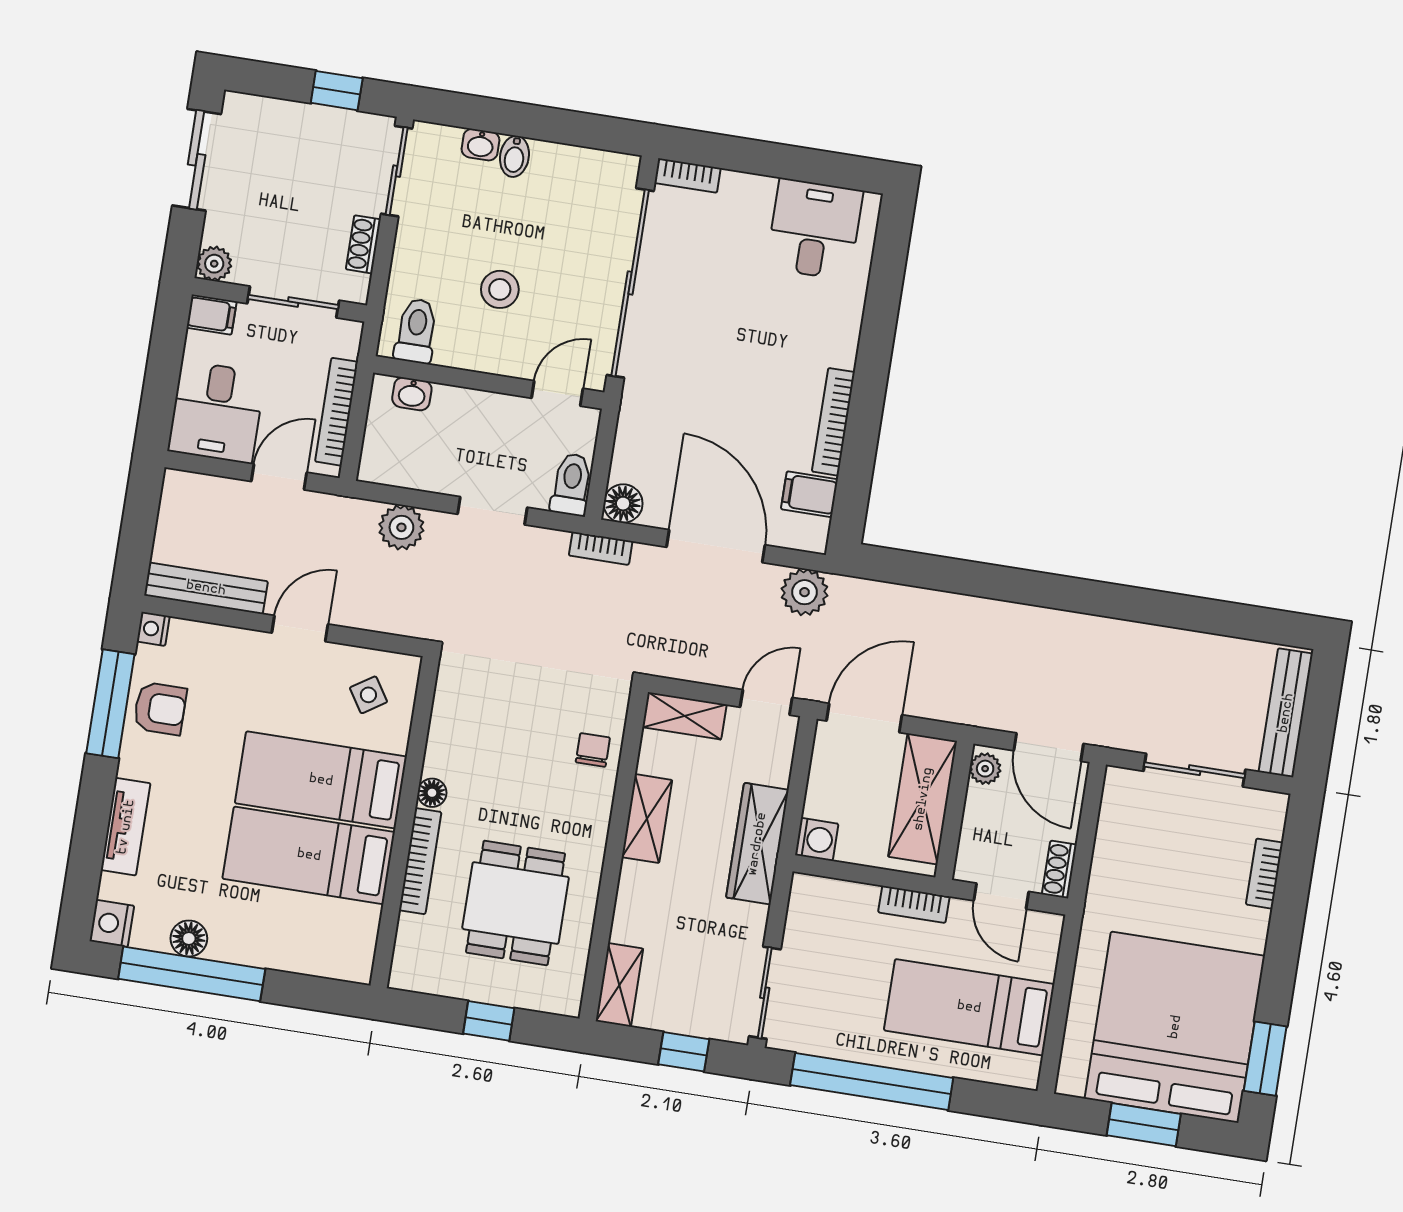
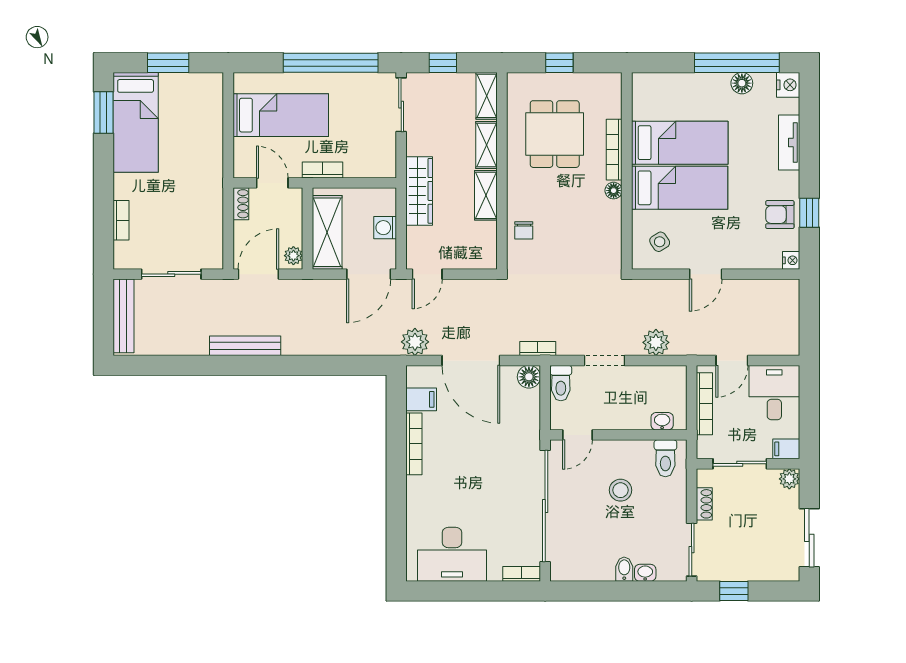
desk: (815, 229) -> (452, 554), width x1.37
bench: (206, 588) -> (245, 346), moved
window: (110, 704) -> (809, 213), width x0.46
shelving: (684, 716) -> (487, 145), moved, turned 90
door: (1049, 747) -> (258, 274), hinge flipped
washing machine: (817, 839) -> (385, 228), moved
bed: (1175, 1027) -> (136, 122), width x0.49

